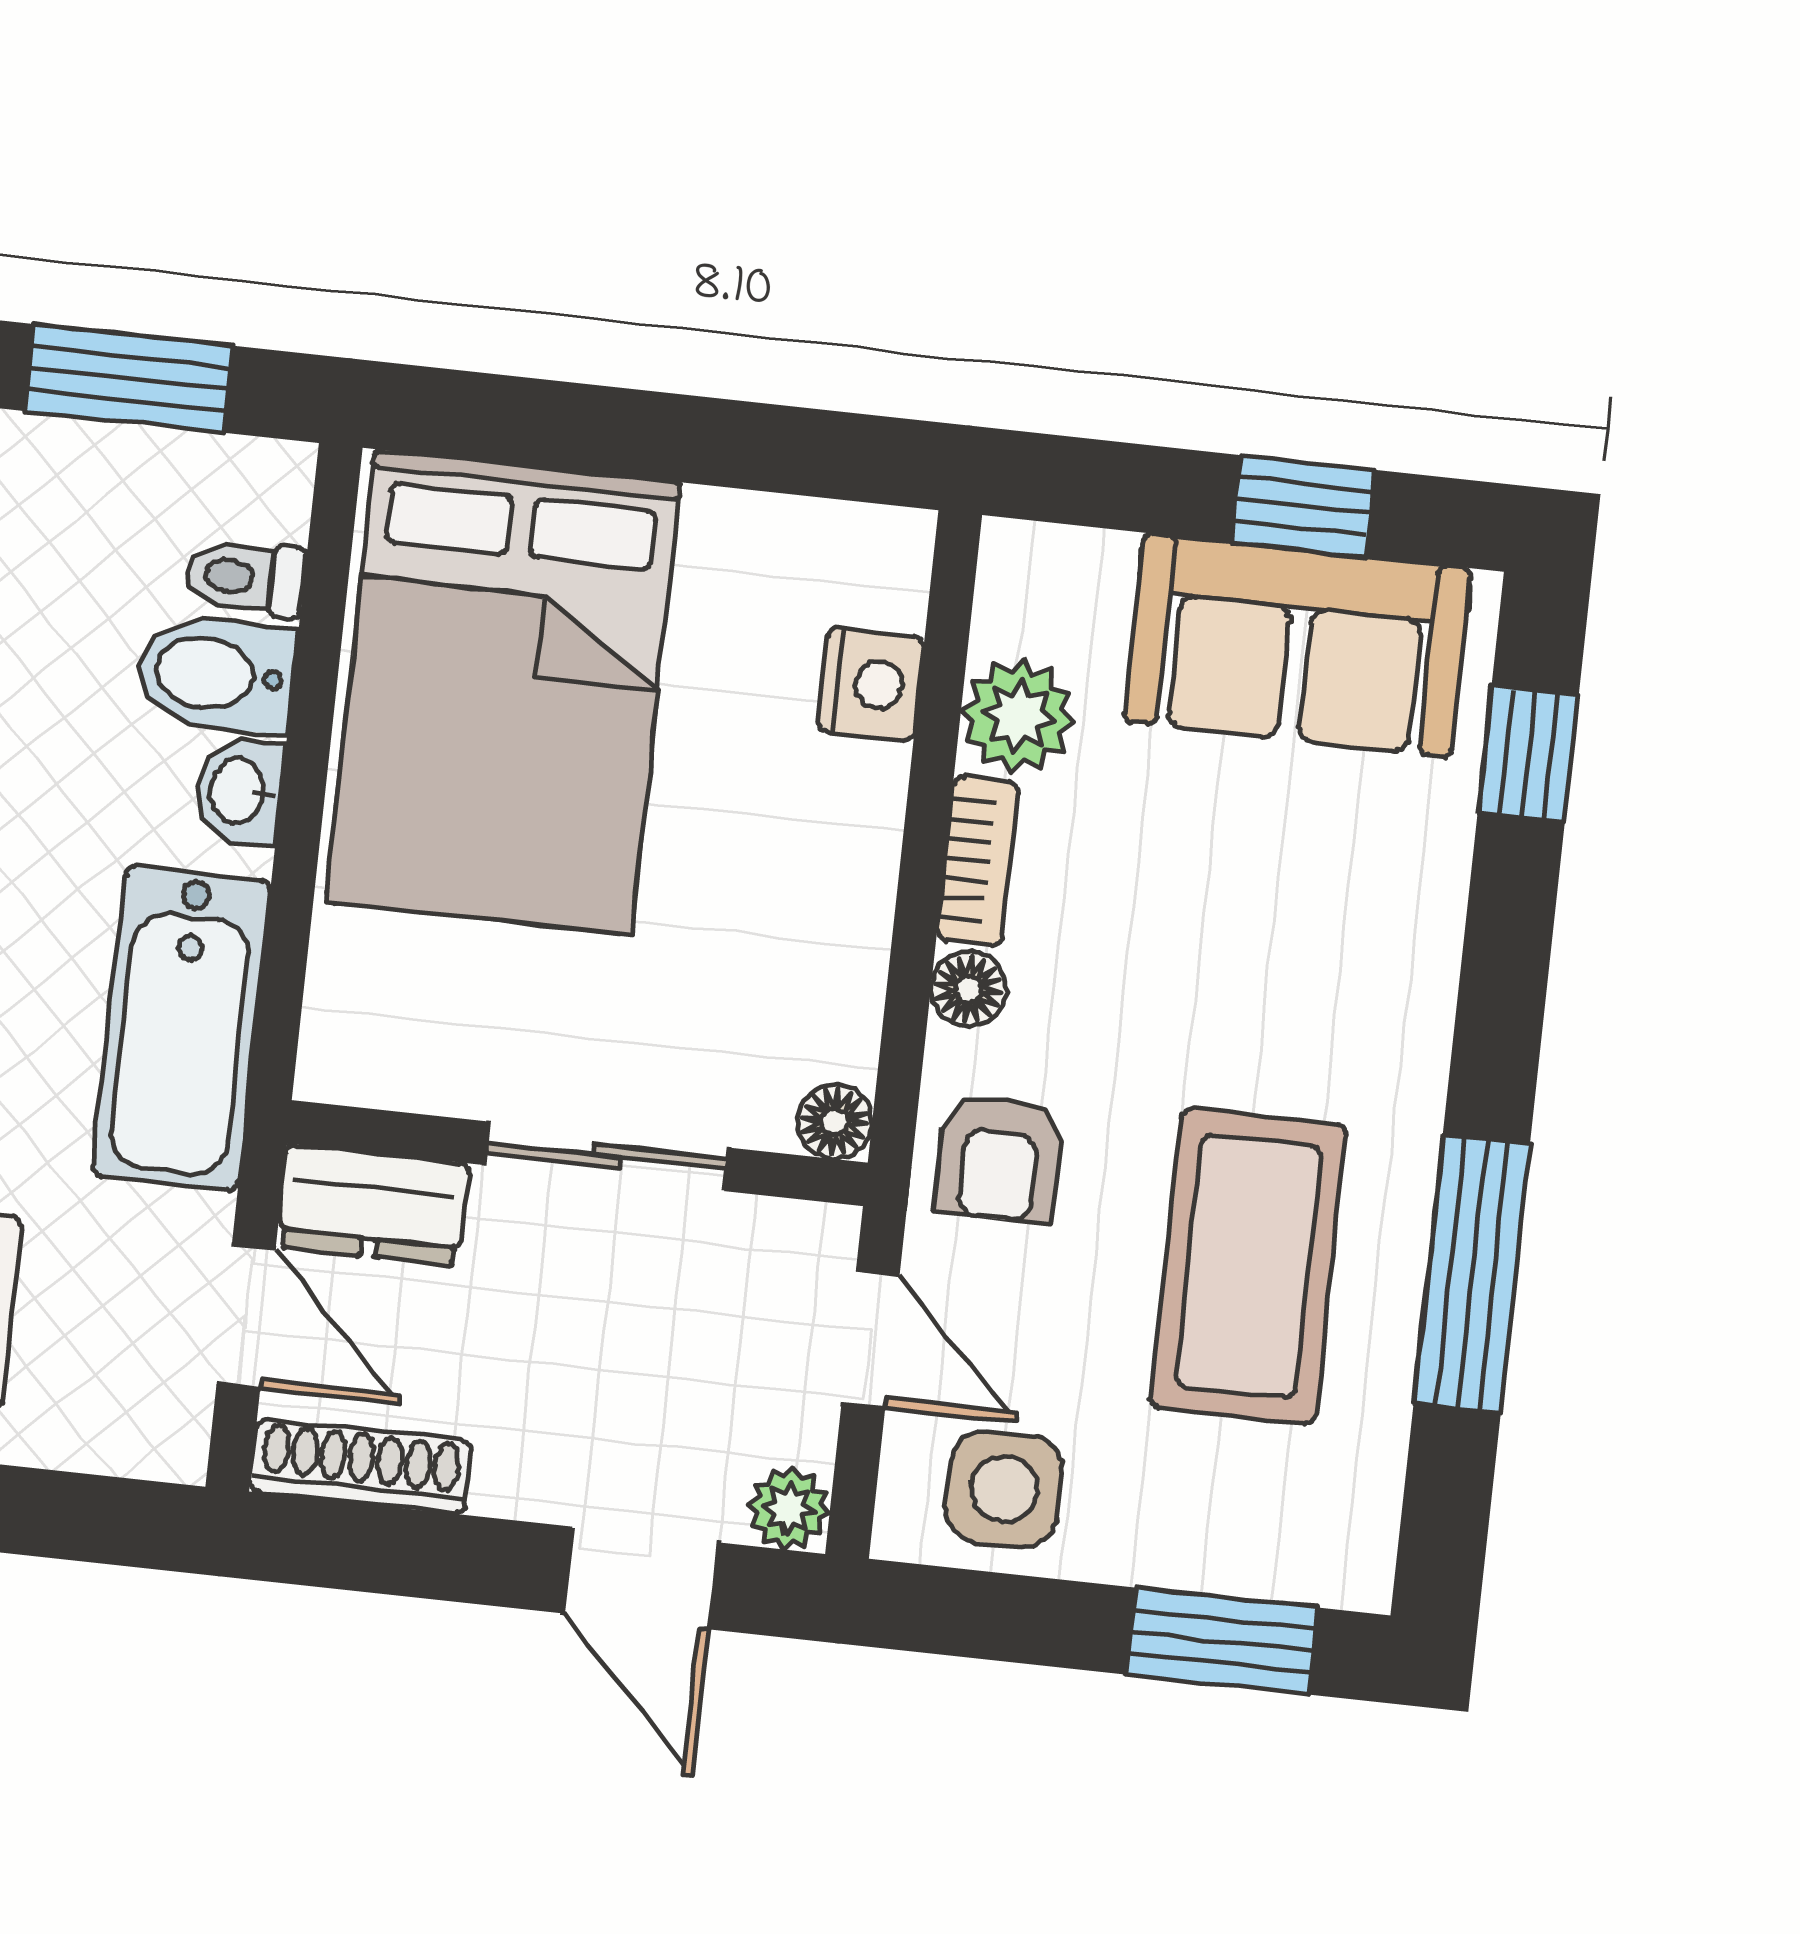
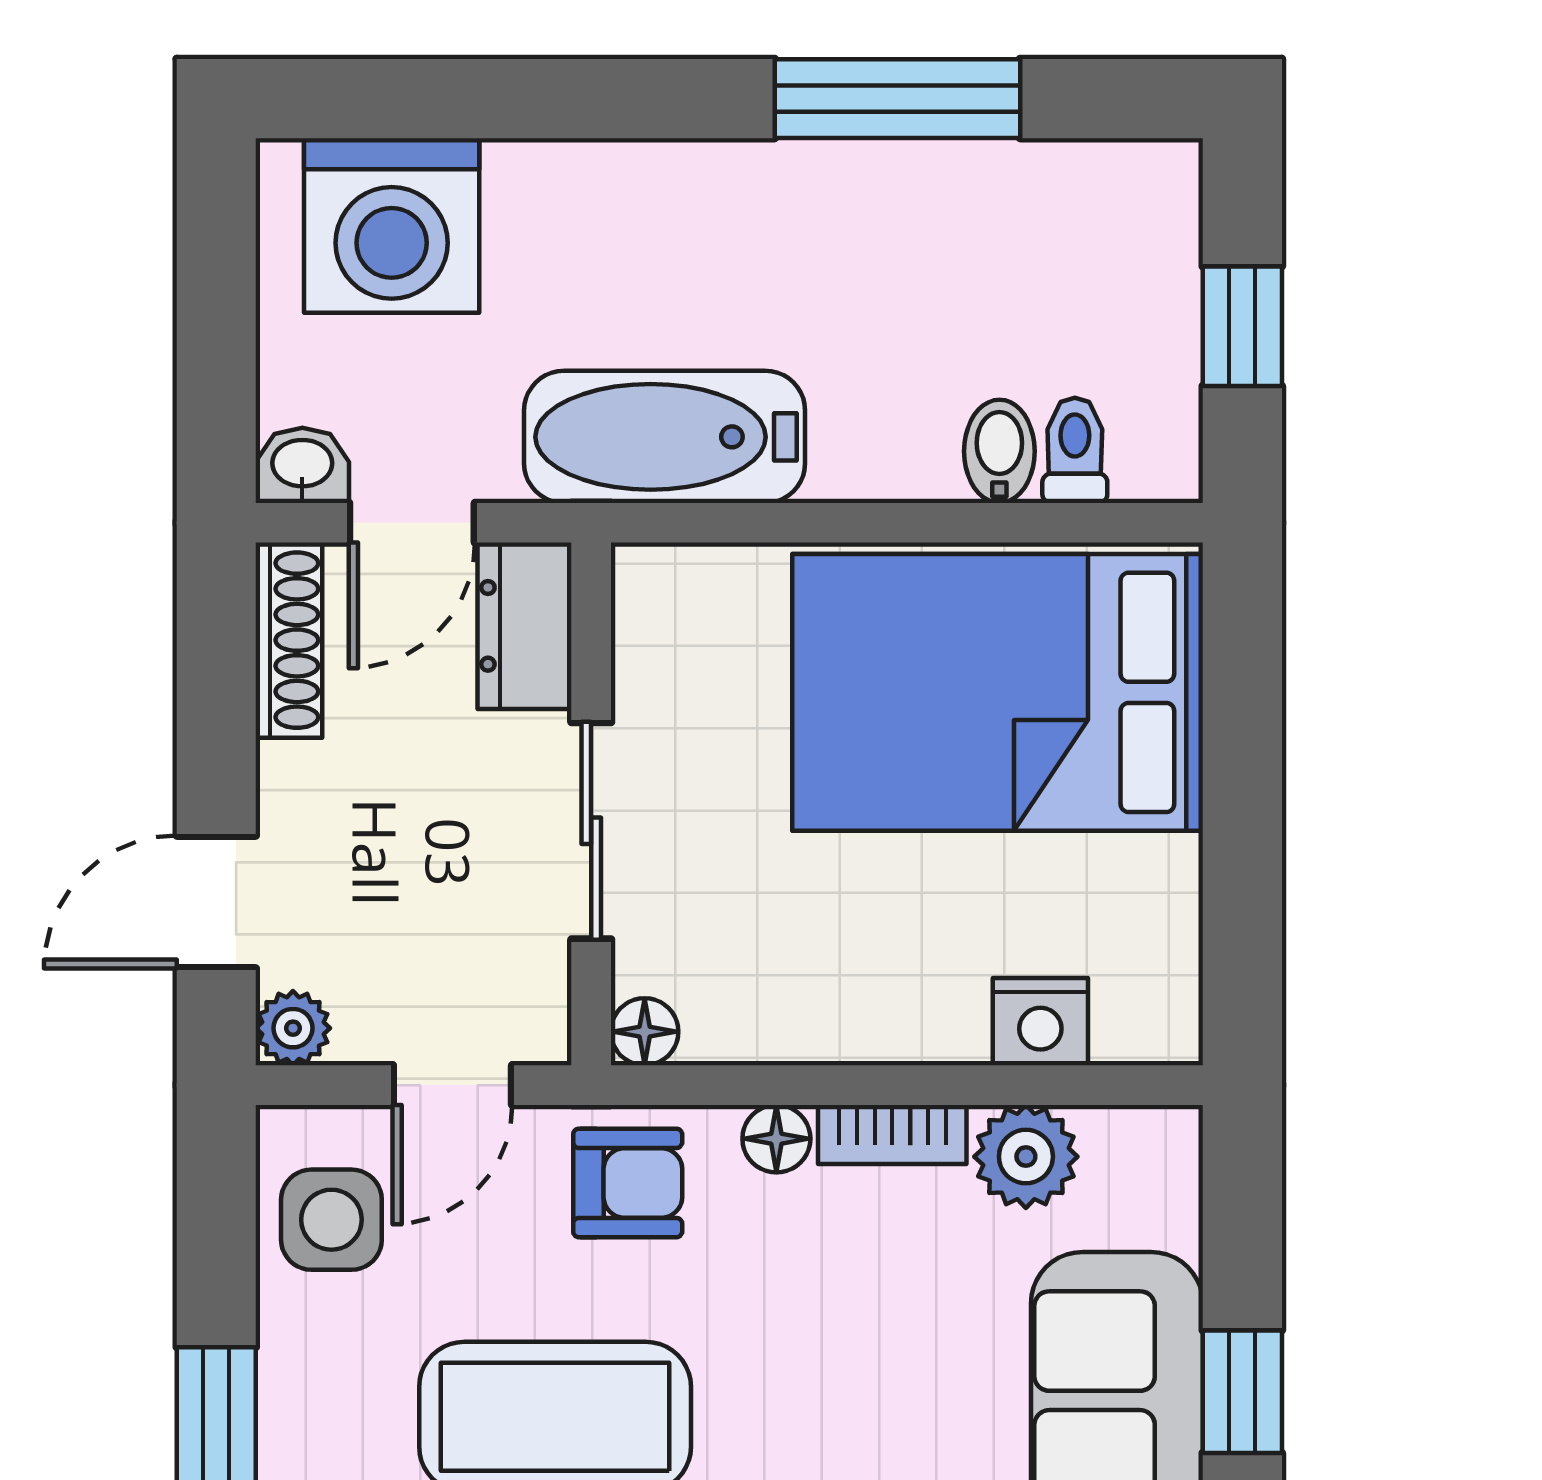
window: (129, 378) -> (1242, 326), width x0.67
bidet: (215, 674) -> (999, 451), width x0.72, depth x0.74
washbasin: (239, 791) -> (302, 465), moved
armchair: (999, 1158) -> (628, 1183), turned 180

